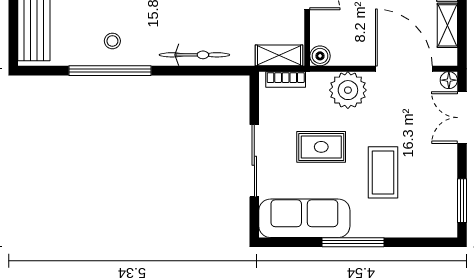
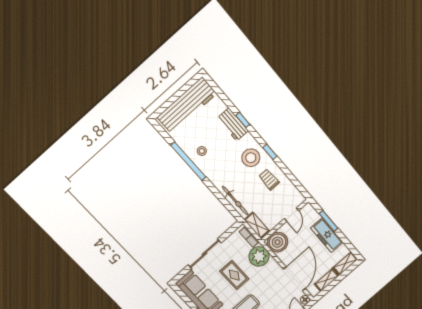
bicycle: (194, 55) -> (235, 201), moved
boiler: (320, 56) -> (278, 242), width x1.86, depth x1.86
plant: (348, 90) -> (259, 256), moved

